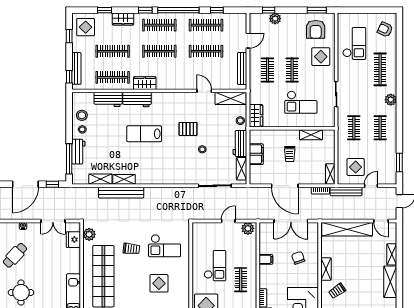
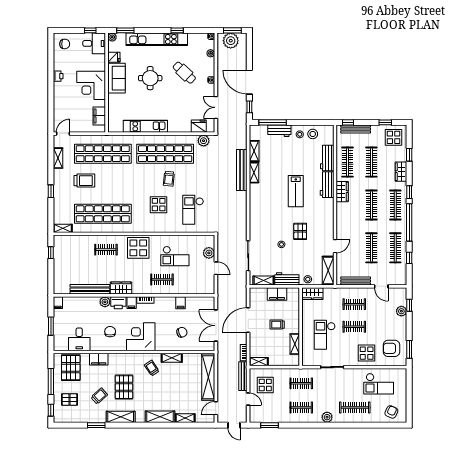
lab bench: (144, 134) -> (296, 191), turned 180
plant: (248, 228) -> (209, 253), moved
trolley: (131, 249) -> (169, 179), moved

